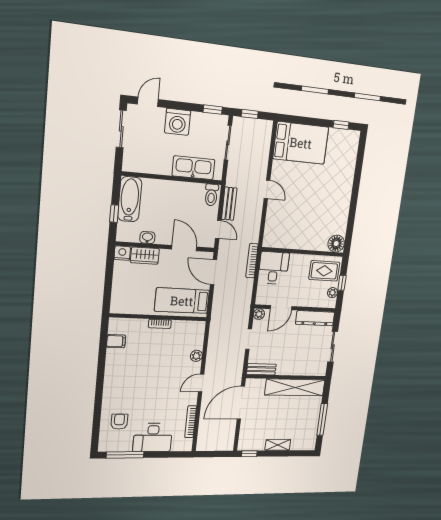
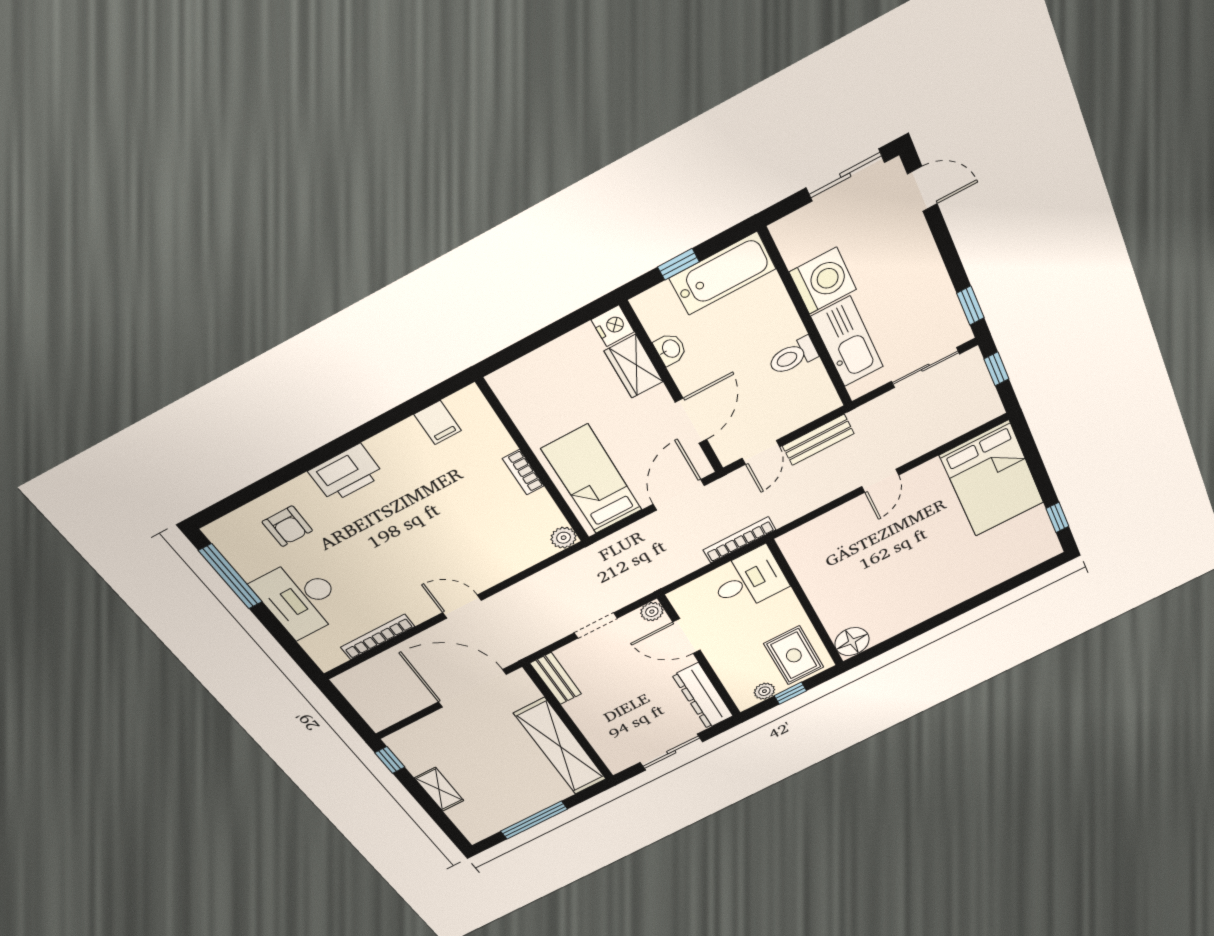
washing machine: (178, 122) -> (823, 281), moved, turned 180
toilet: (211, 195) -> (793, 356), moved
plant: (196, 356) -> (564, 538), moved
printer: (113, 387) -> (346, 473), added
armchair: (119, 422) -> (287, 526), turned 90

